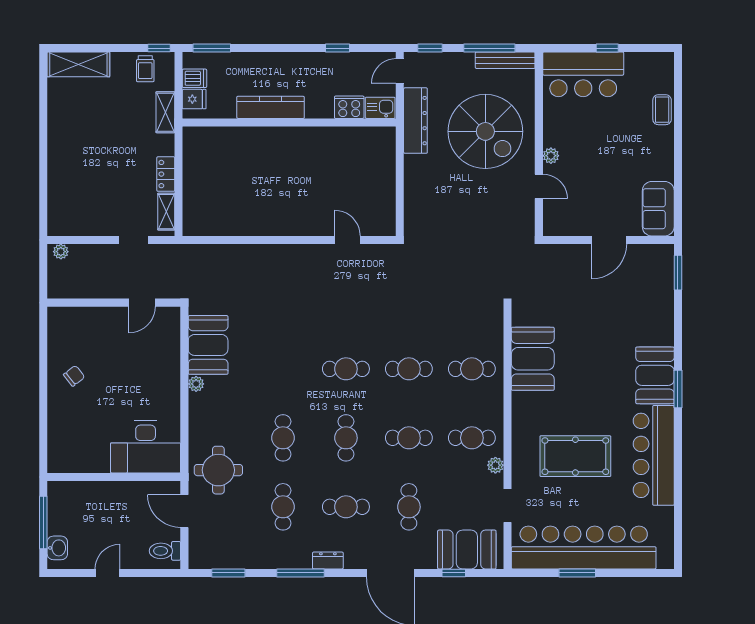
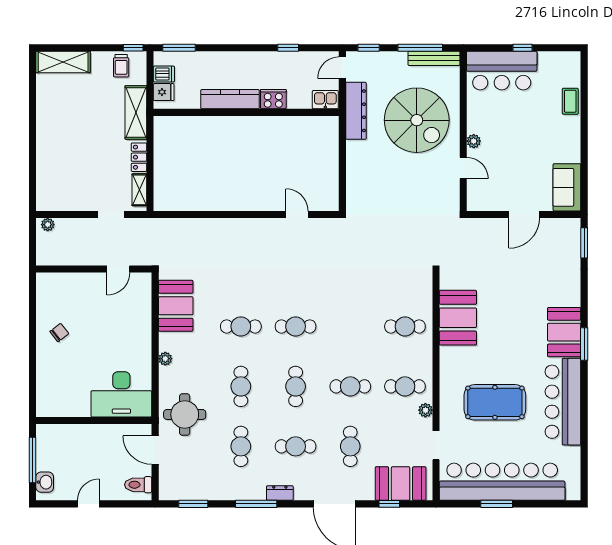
cooker: (349, 107) -> (273, 99), moved
shelving: (165, 112) -> (136, 112), width x1.50, depth x1.33
cafe table: (409, 369) -> (241, 326), moved
plant: (196, 384) -> (165, 359), moved

